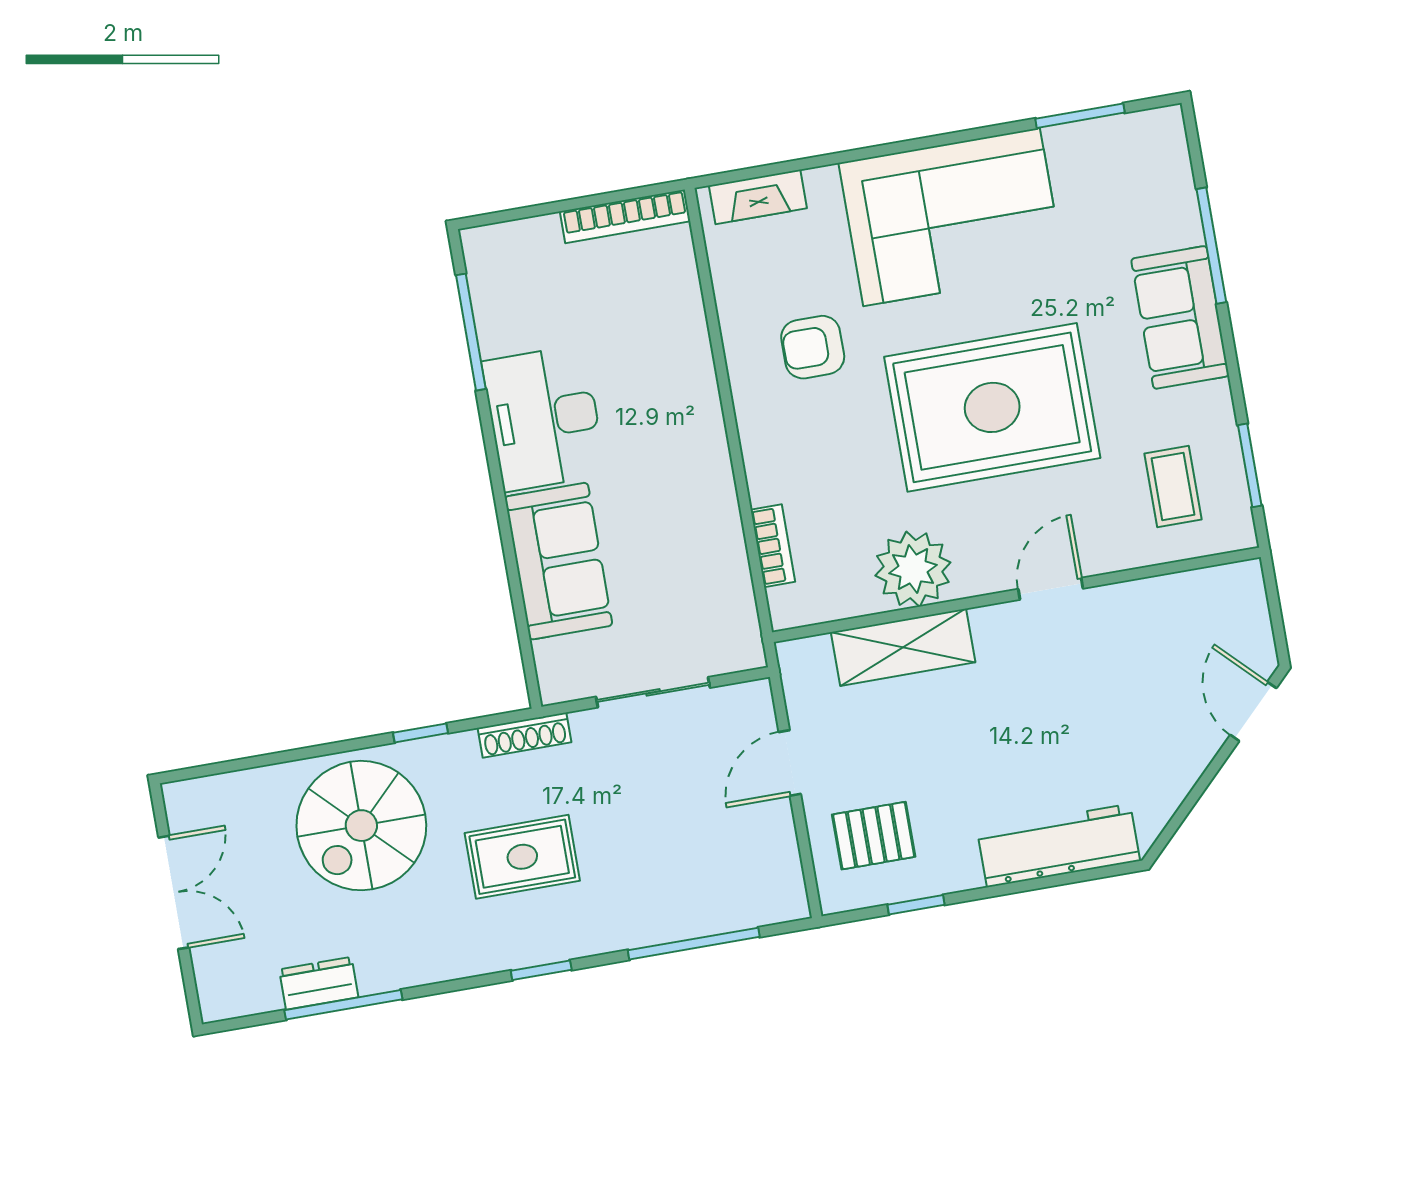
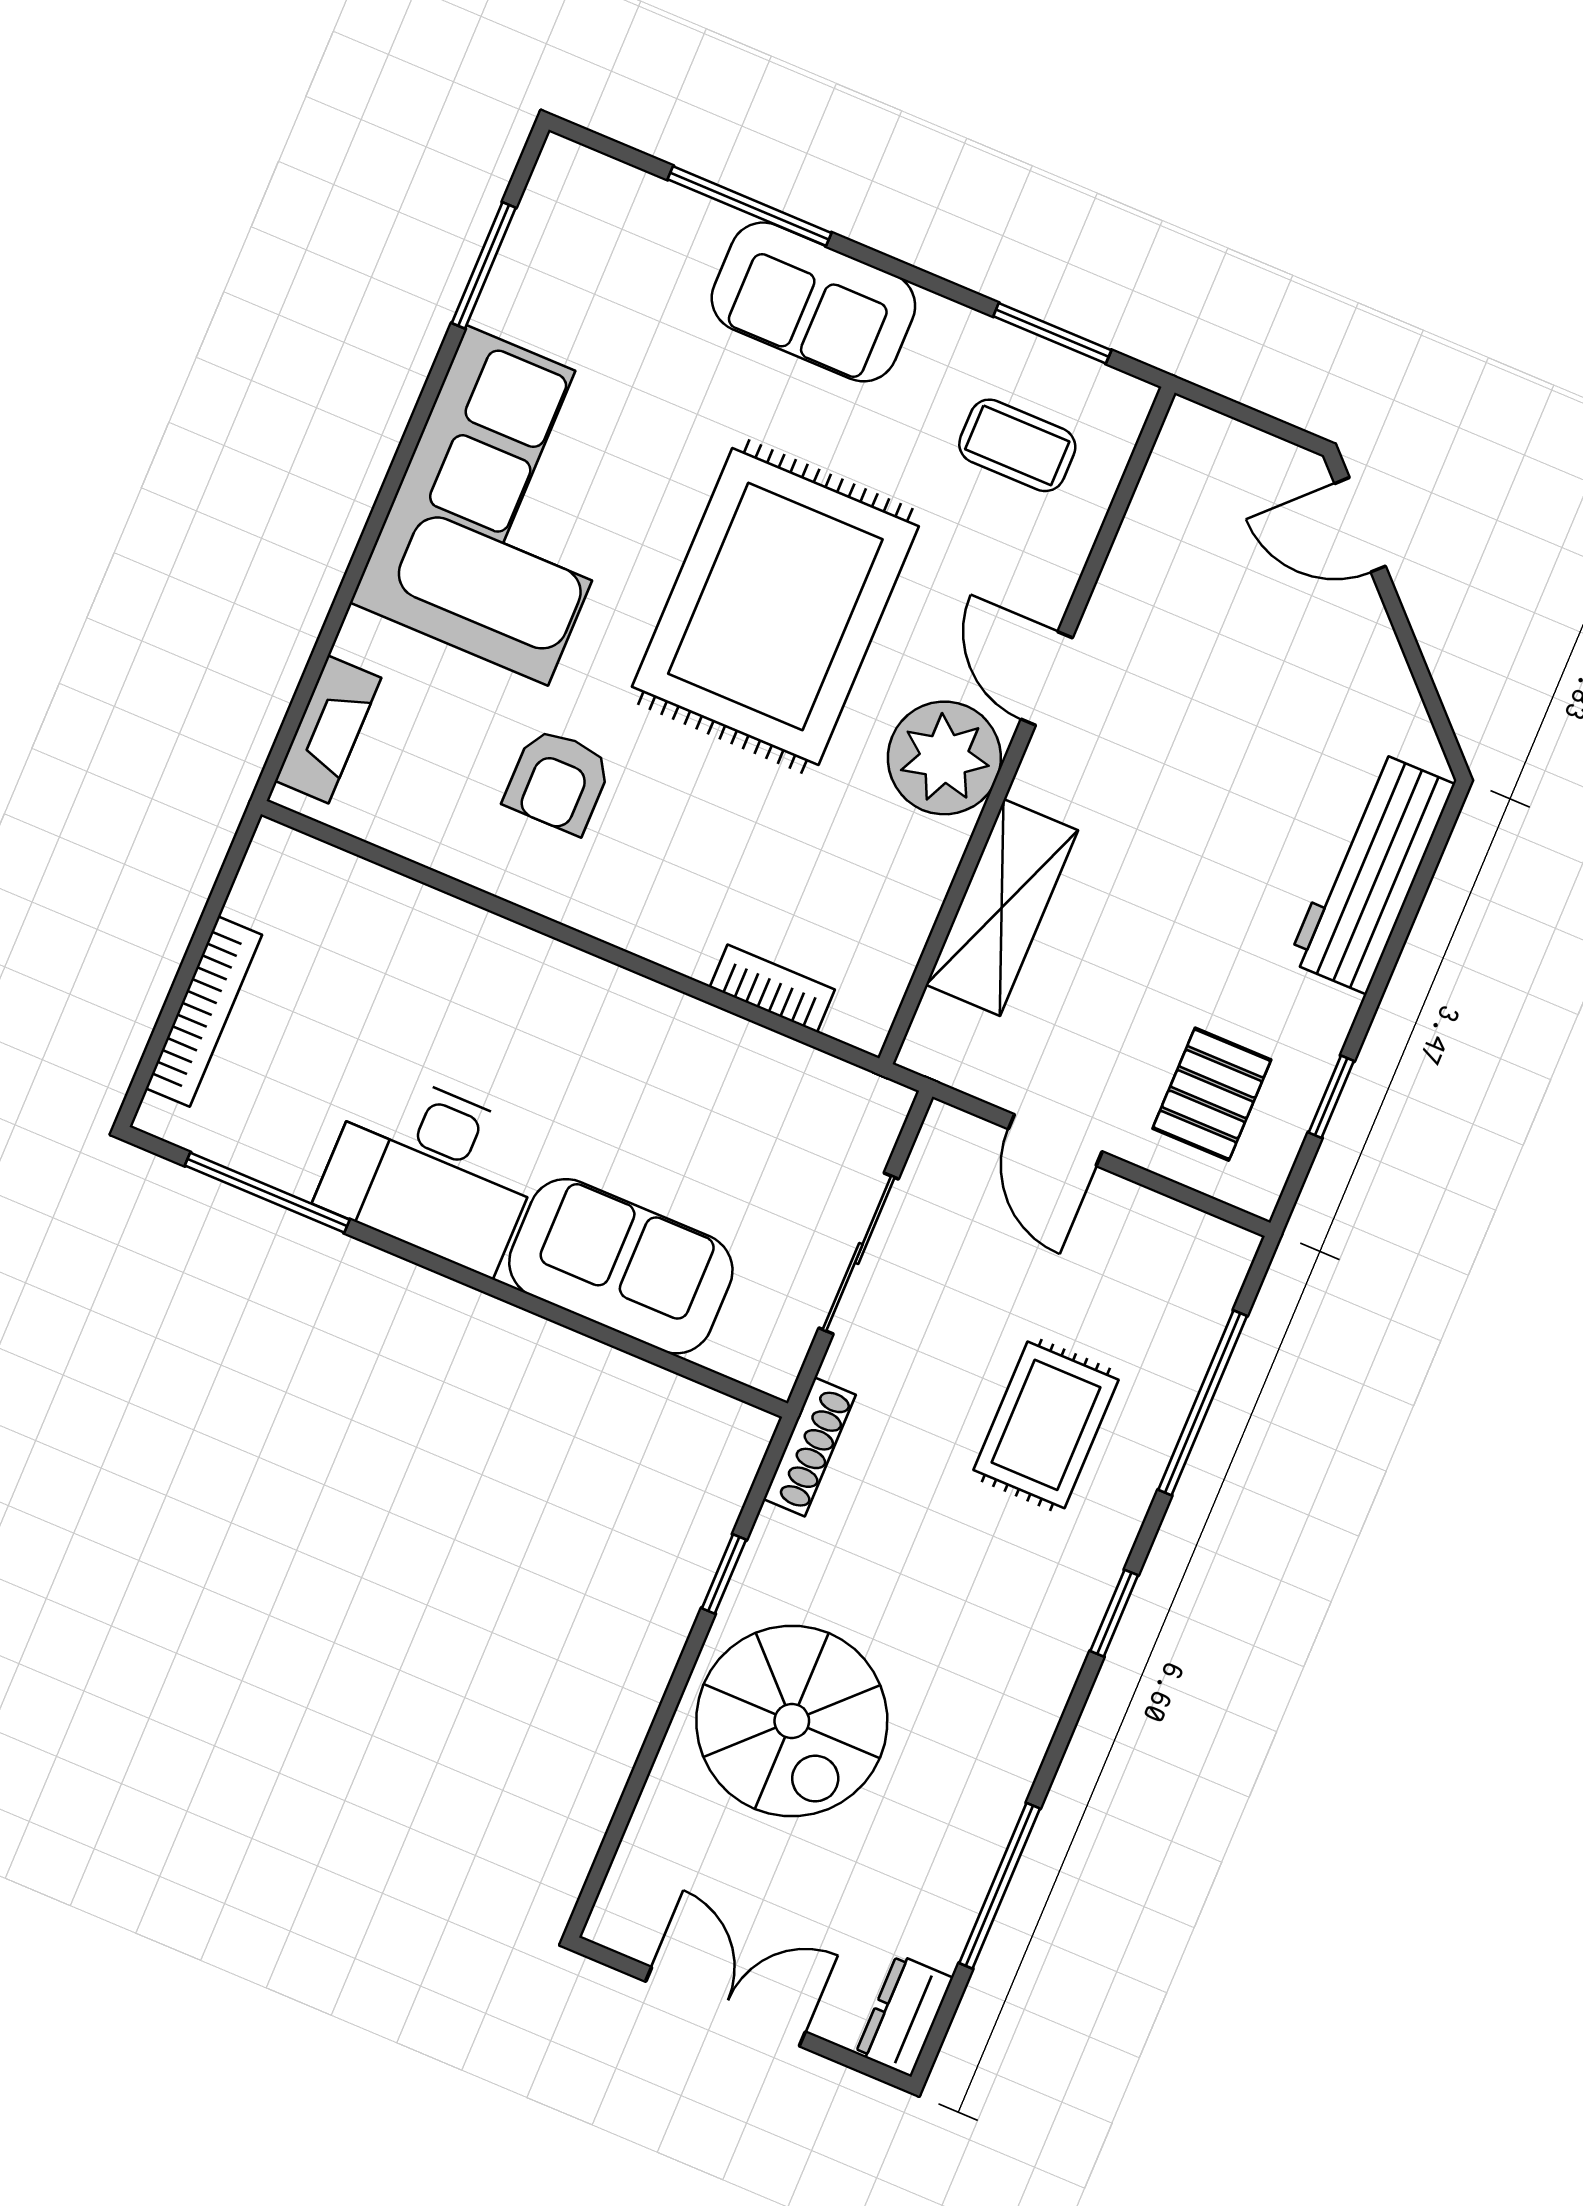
bookcase: (625, 216) -> (204, 1012), moved
plant: (913, 569) -> (944, 758), moved
rug: (522, 857) -> (1046, 1425), moved
dresser: (319, 983) -> (904, 2016), moved

